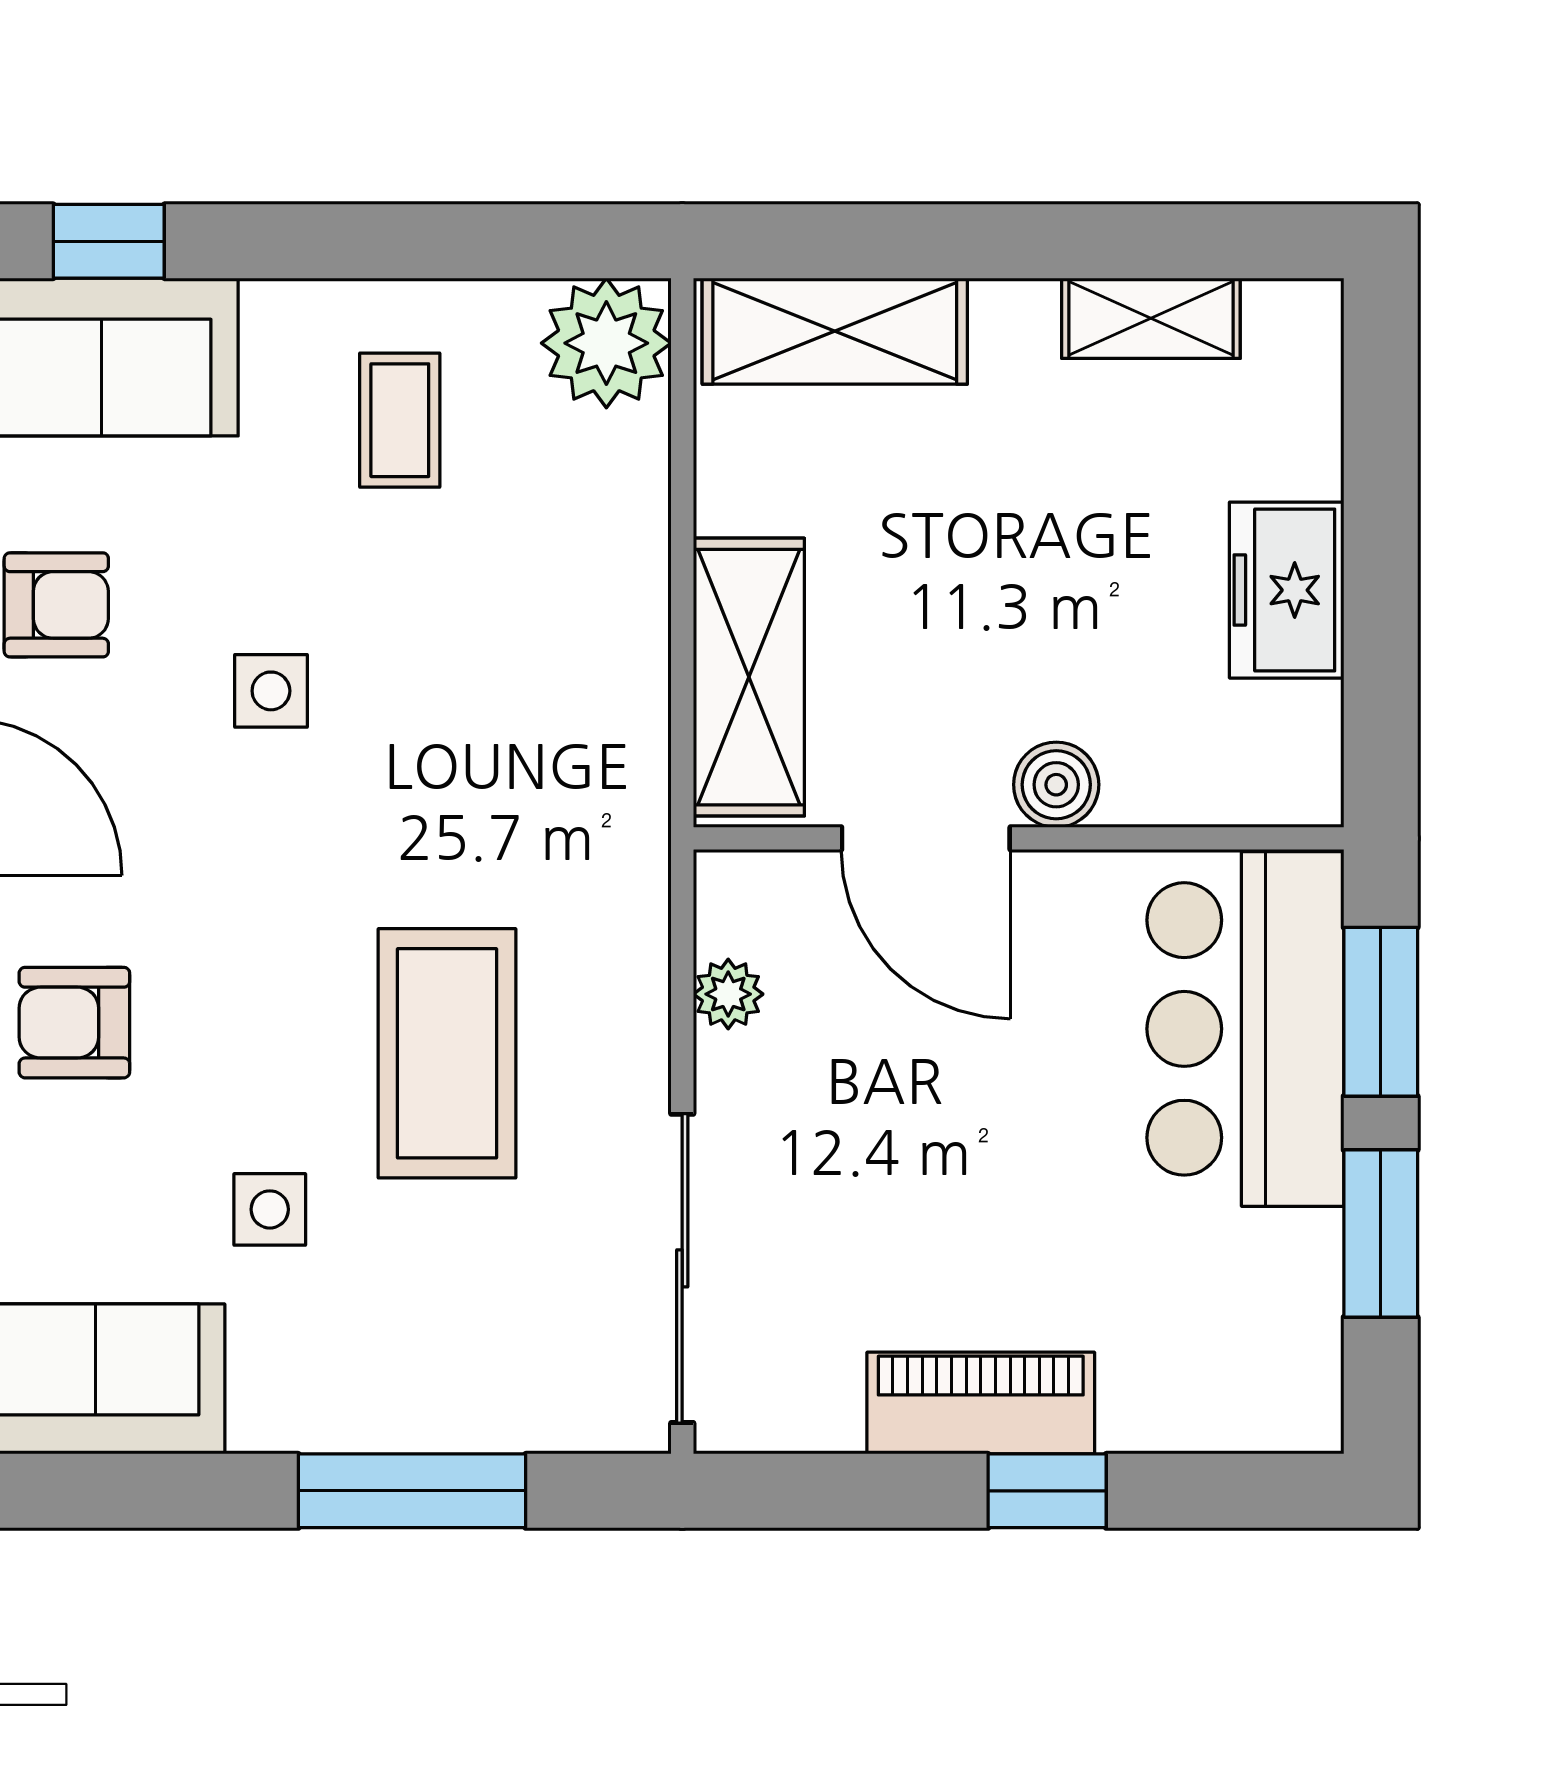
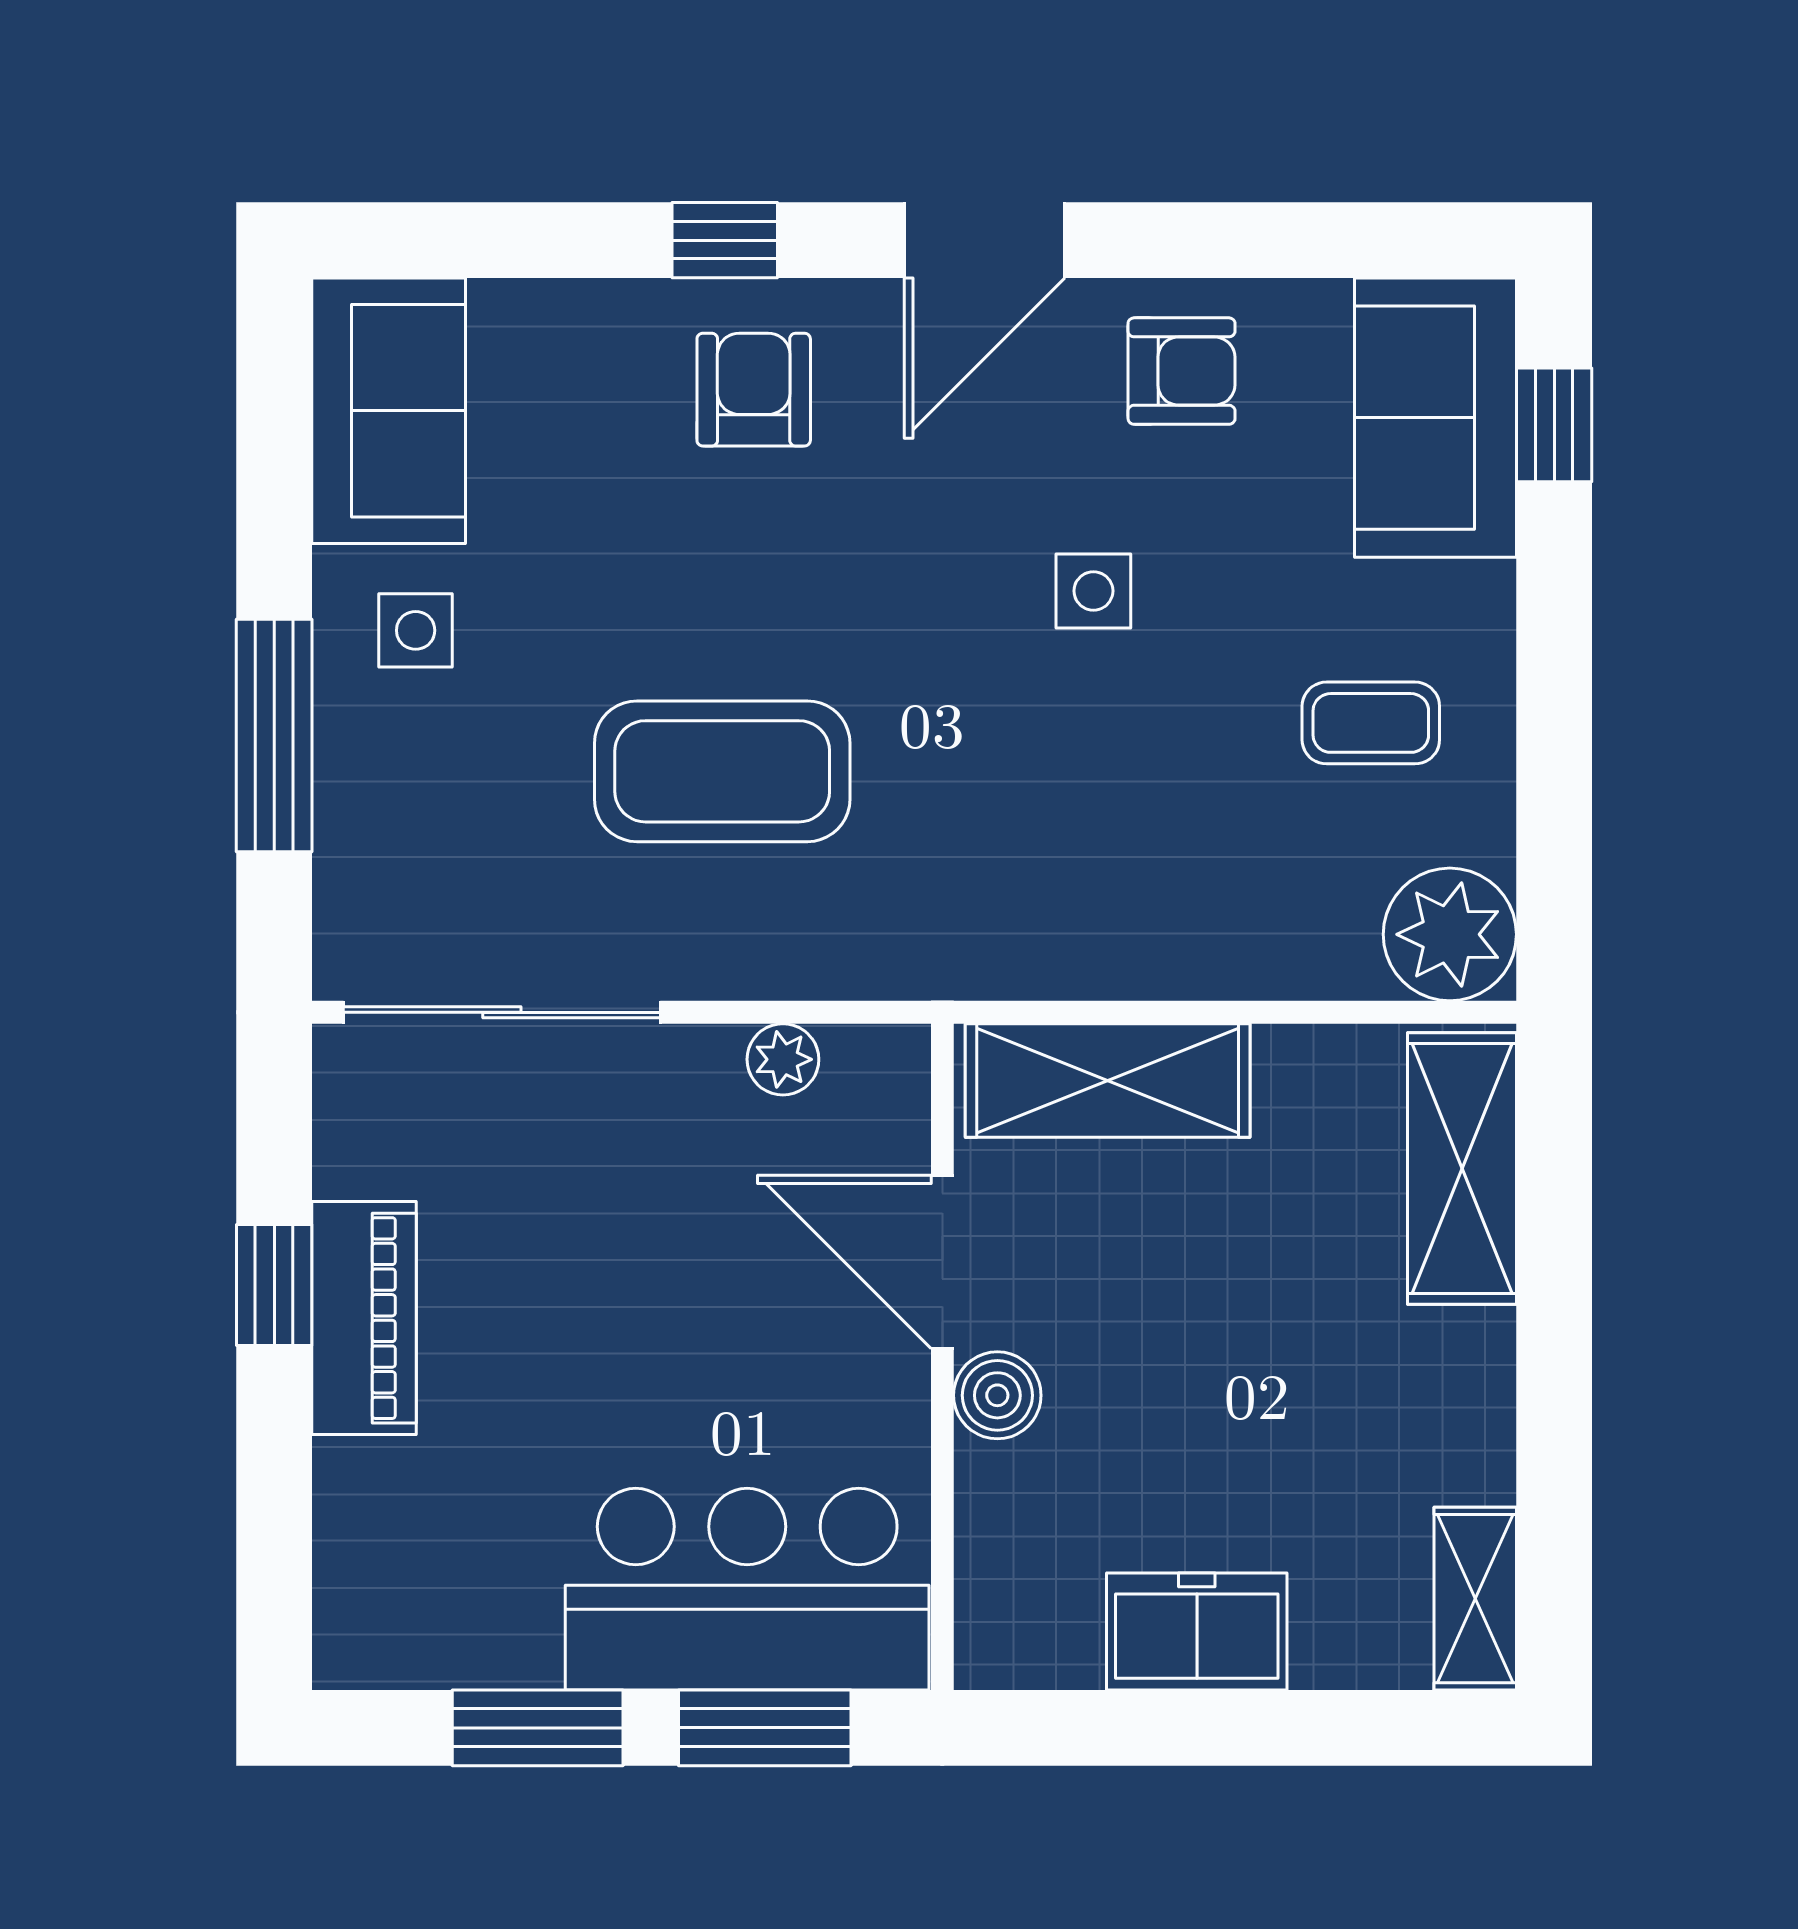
shelving: (1151, 318) -> (1475, 1599), moved
armchair: (56, 605) -> (1182, 371), turned -90
door: (926, 838) -> (942, 1262), hinge flipped
side table: (270, 1209) -> (416, 630), moved
window: (1047, 1491) -> (274, 1285), moved

